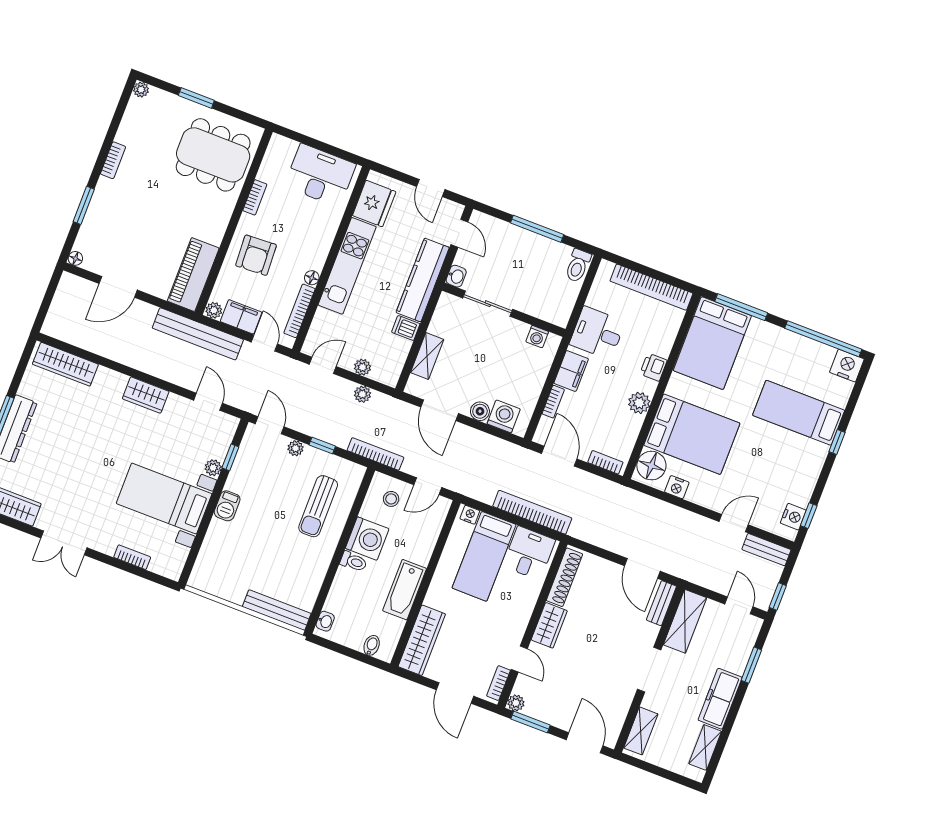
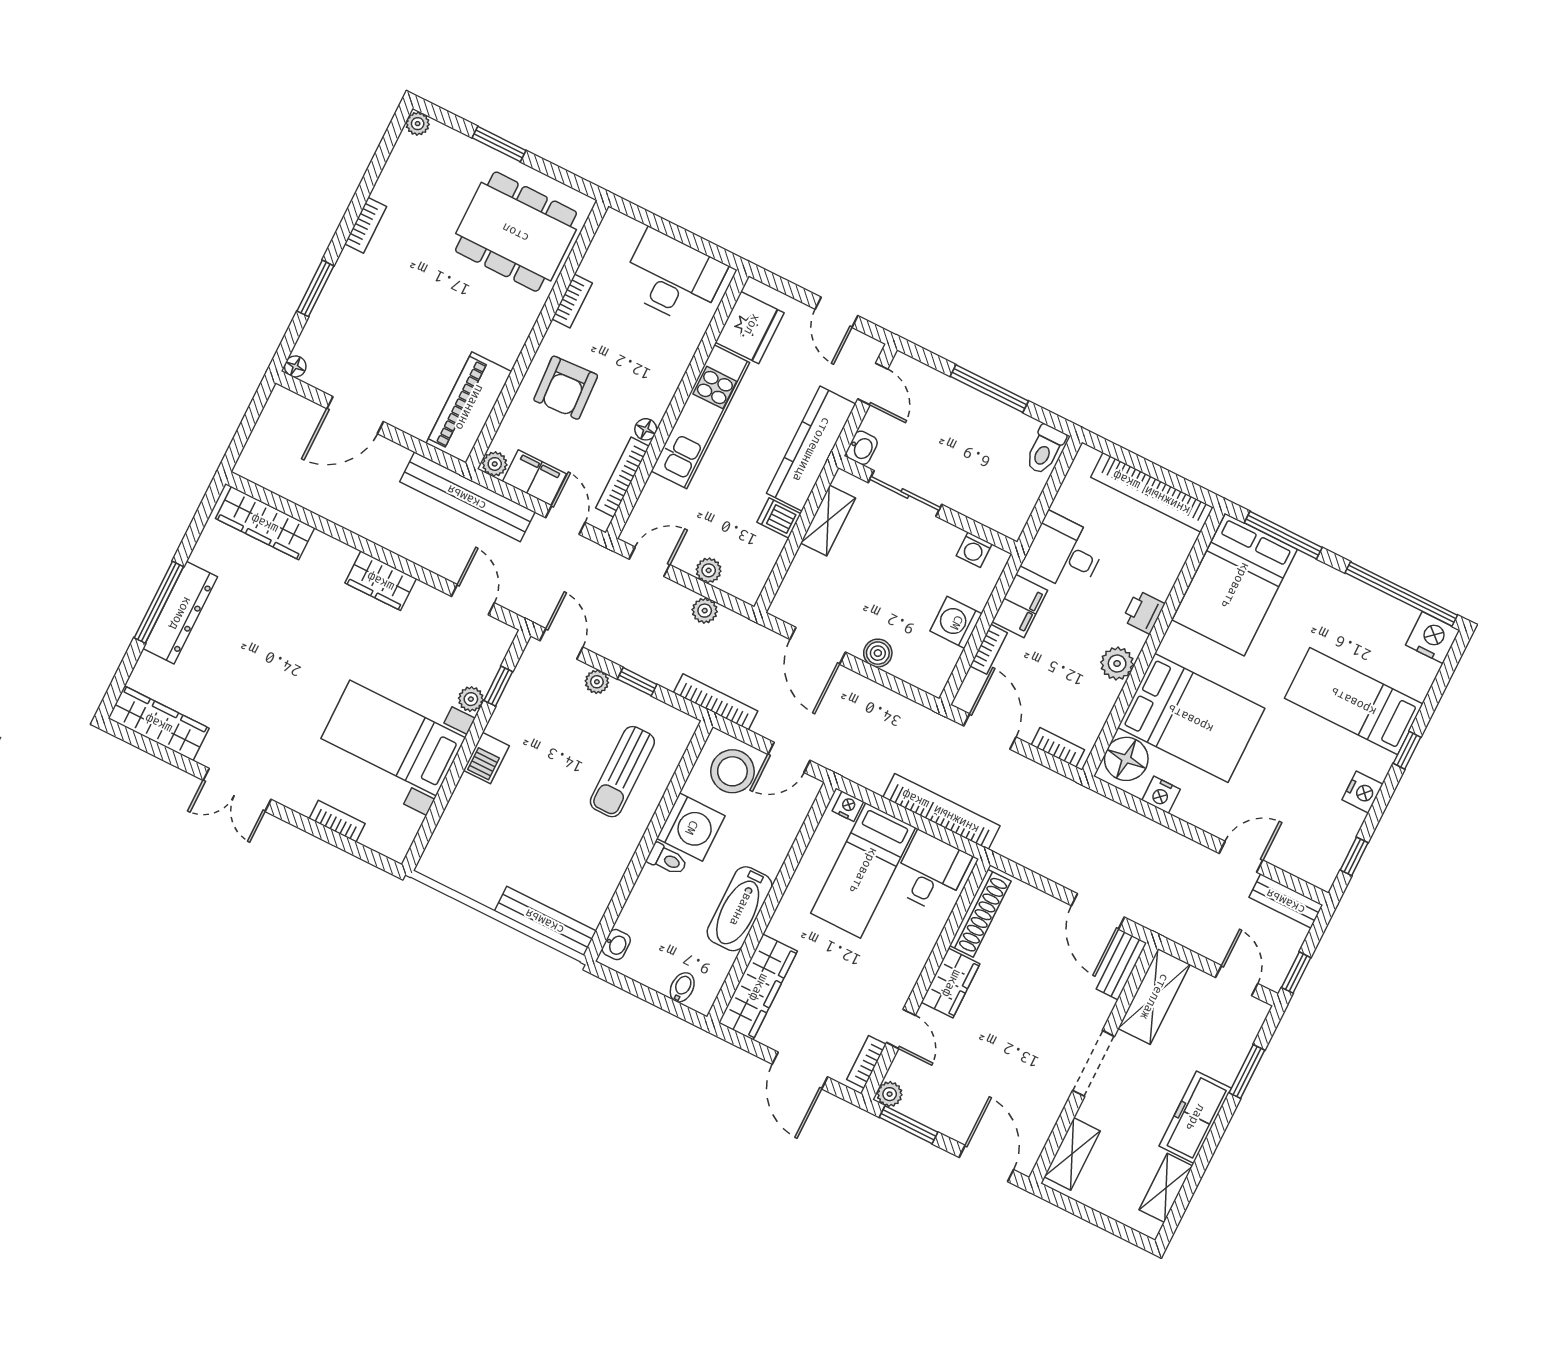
shelving: (427, 356) -> (828, 520), moved
washing machine: (504, 416) -> (956, 622), moved, turned -90
stool: (391, 499) -> (732, 771), width x1.89, depth x1.89
nightstand: (793, 517) -> (1363, 792), moved

